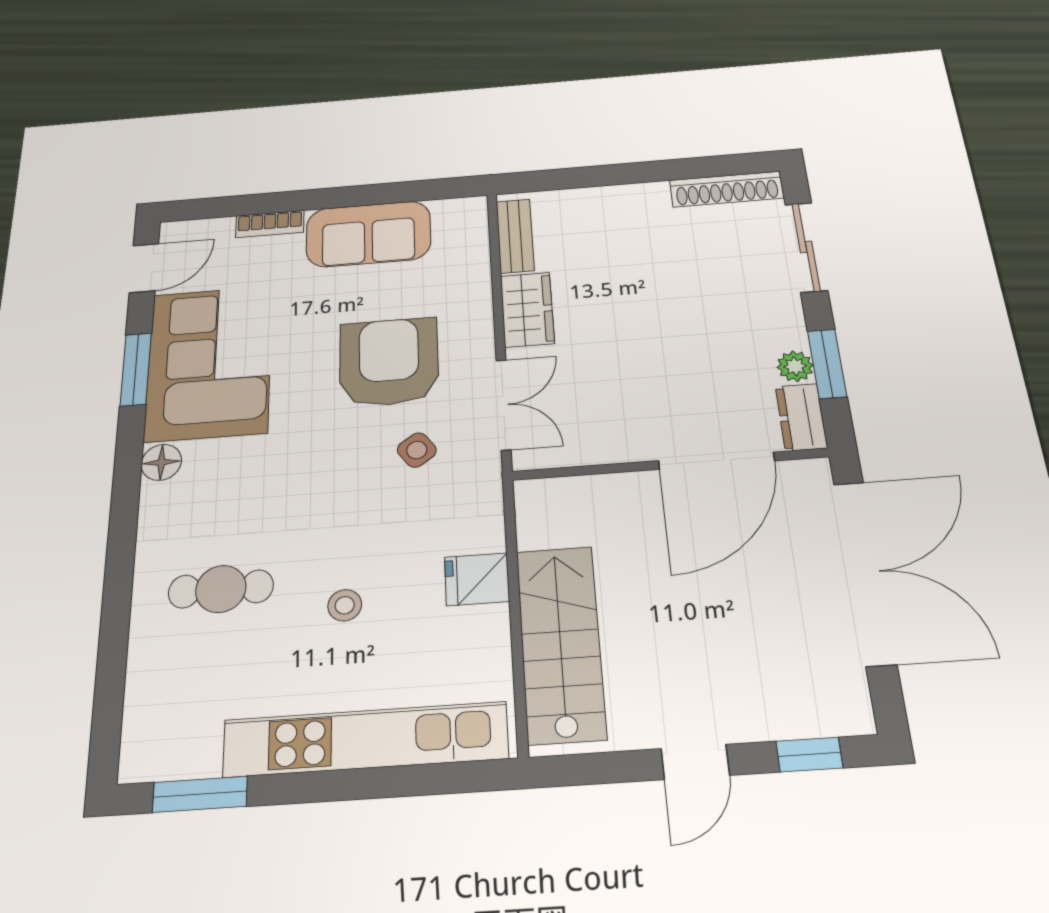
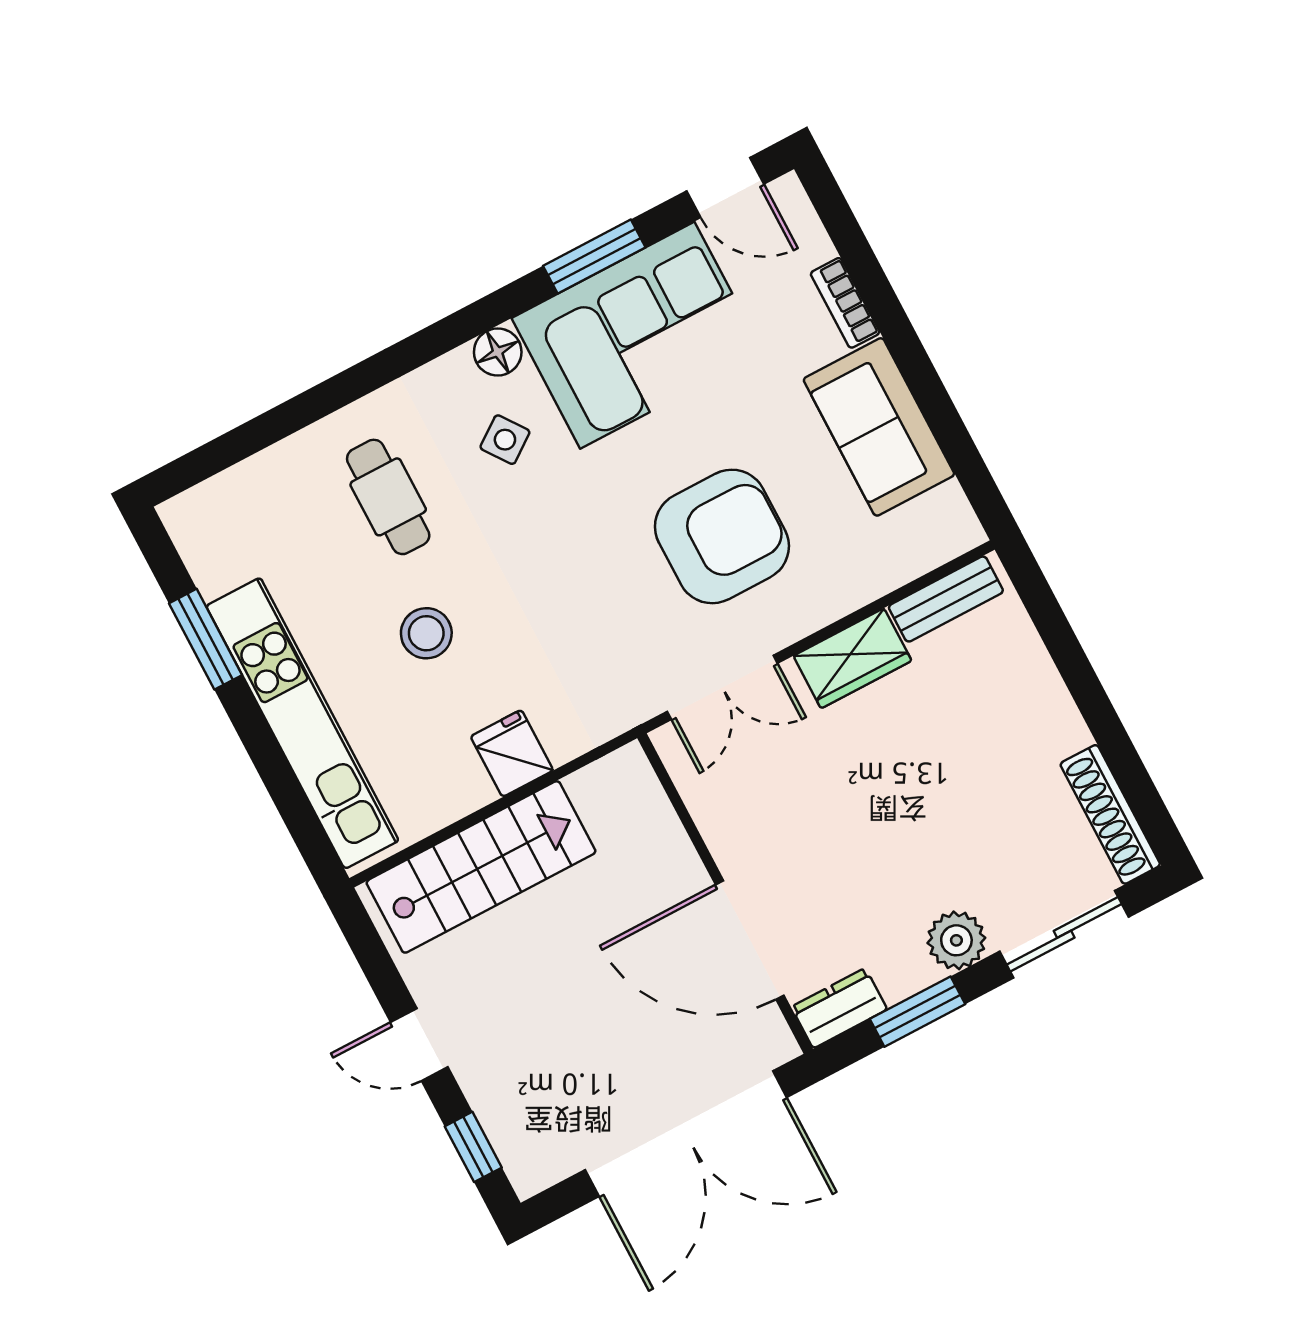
plant: (795, 366) -> (956, 940), moved, width x1.38, depth x1.38
side table: (417, 450) -> (505, 440), moved
stool: (345, 605) -> (426, 633), width x1.37, depth x1.37
window: (200, 794) -> (206, 639), moved

